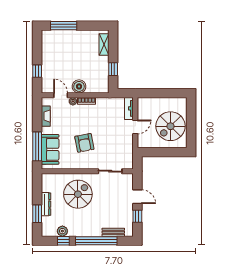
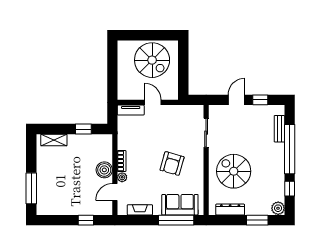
armchair: (84, 143) -> (172, 164), turned 117
dresser: (46, 204) -> (230, 210), moved
plant: (62, 231) -> (278, 208), moved

